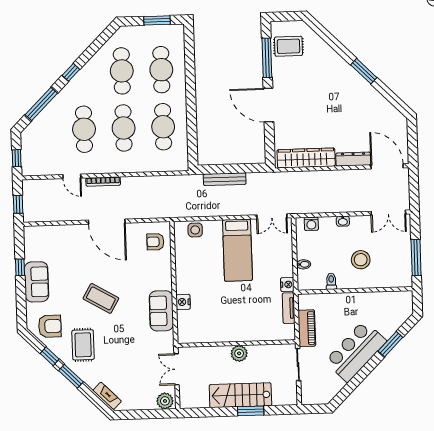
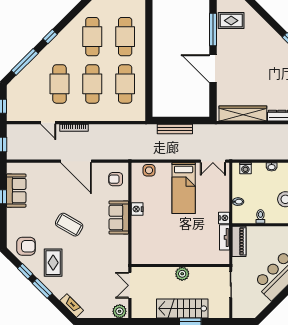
sofa: (37, 282) -> (16, 191), moved
nightstand: (183, 302) -> (137, 209), moved
sofa: (161, 311) -> (119, 217), moved
piano: (307, 328) -> (239, 241), moved

